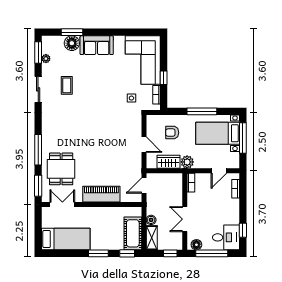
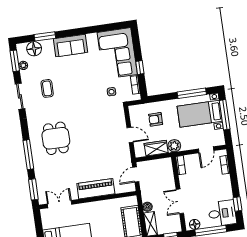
floor lamp: (72, 43) -> (34, 49), moved
window: (202, 111) -> (192, 93), moved
dining table: (61, 169) -> (56, 138), moved

